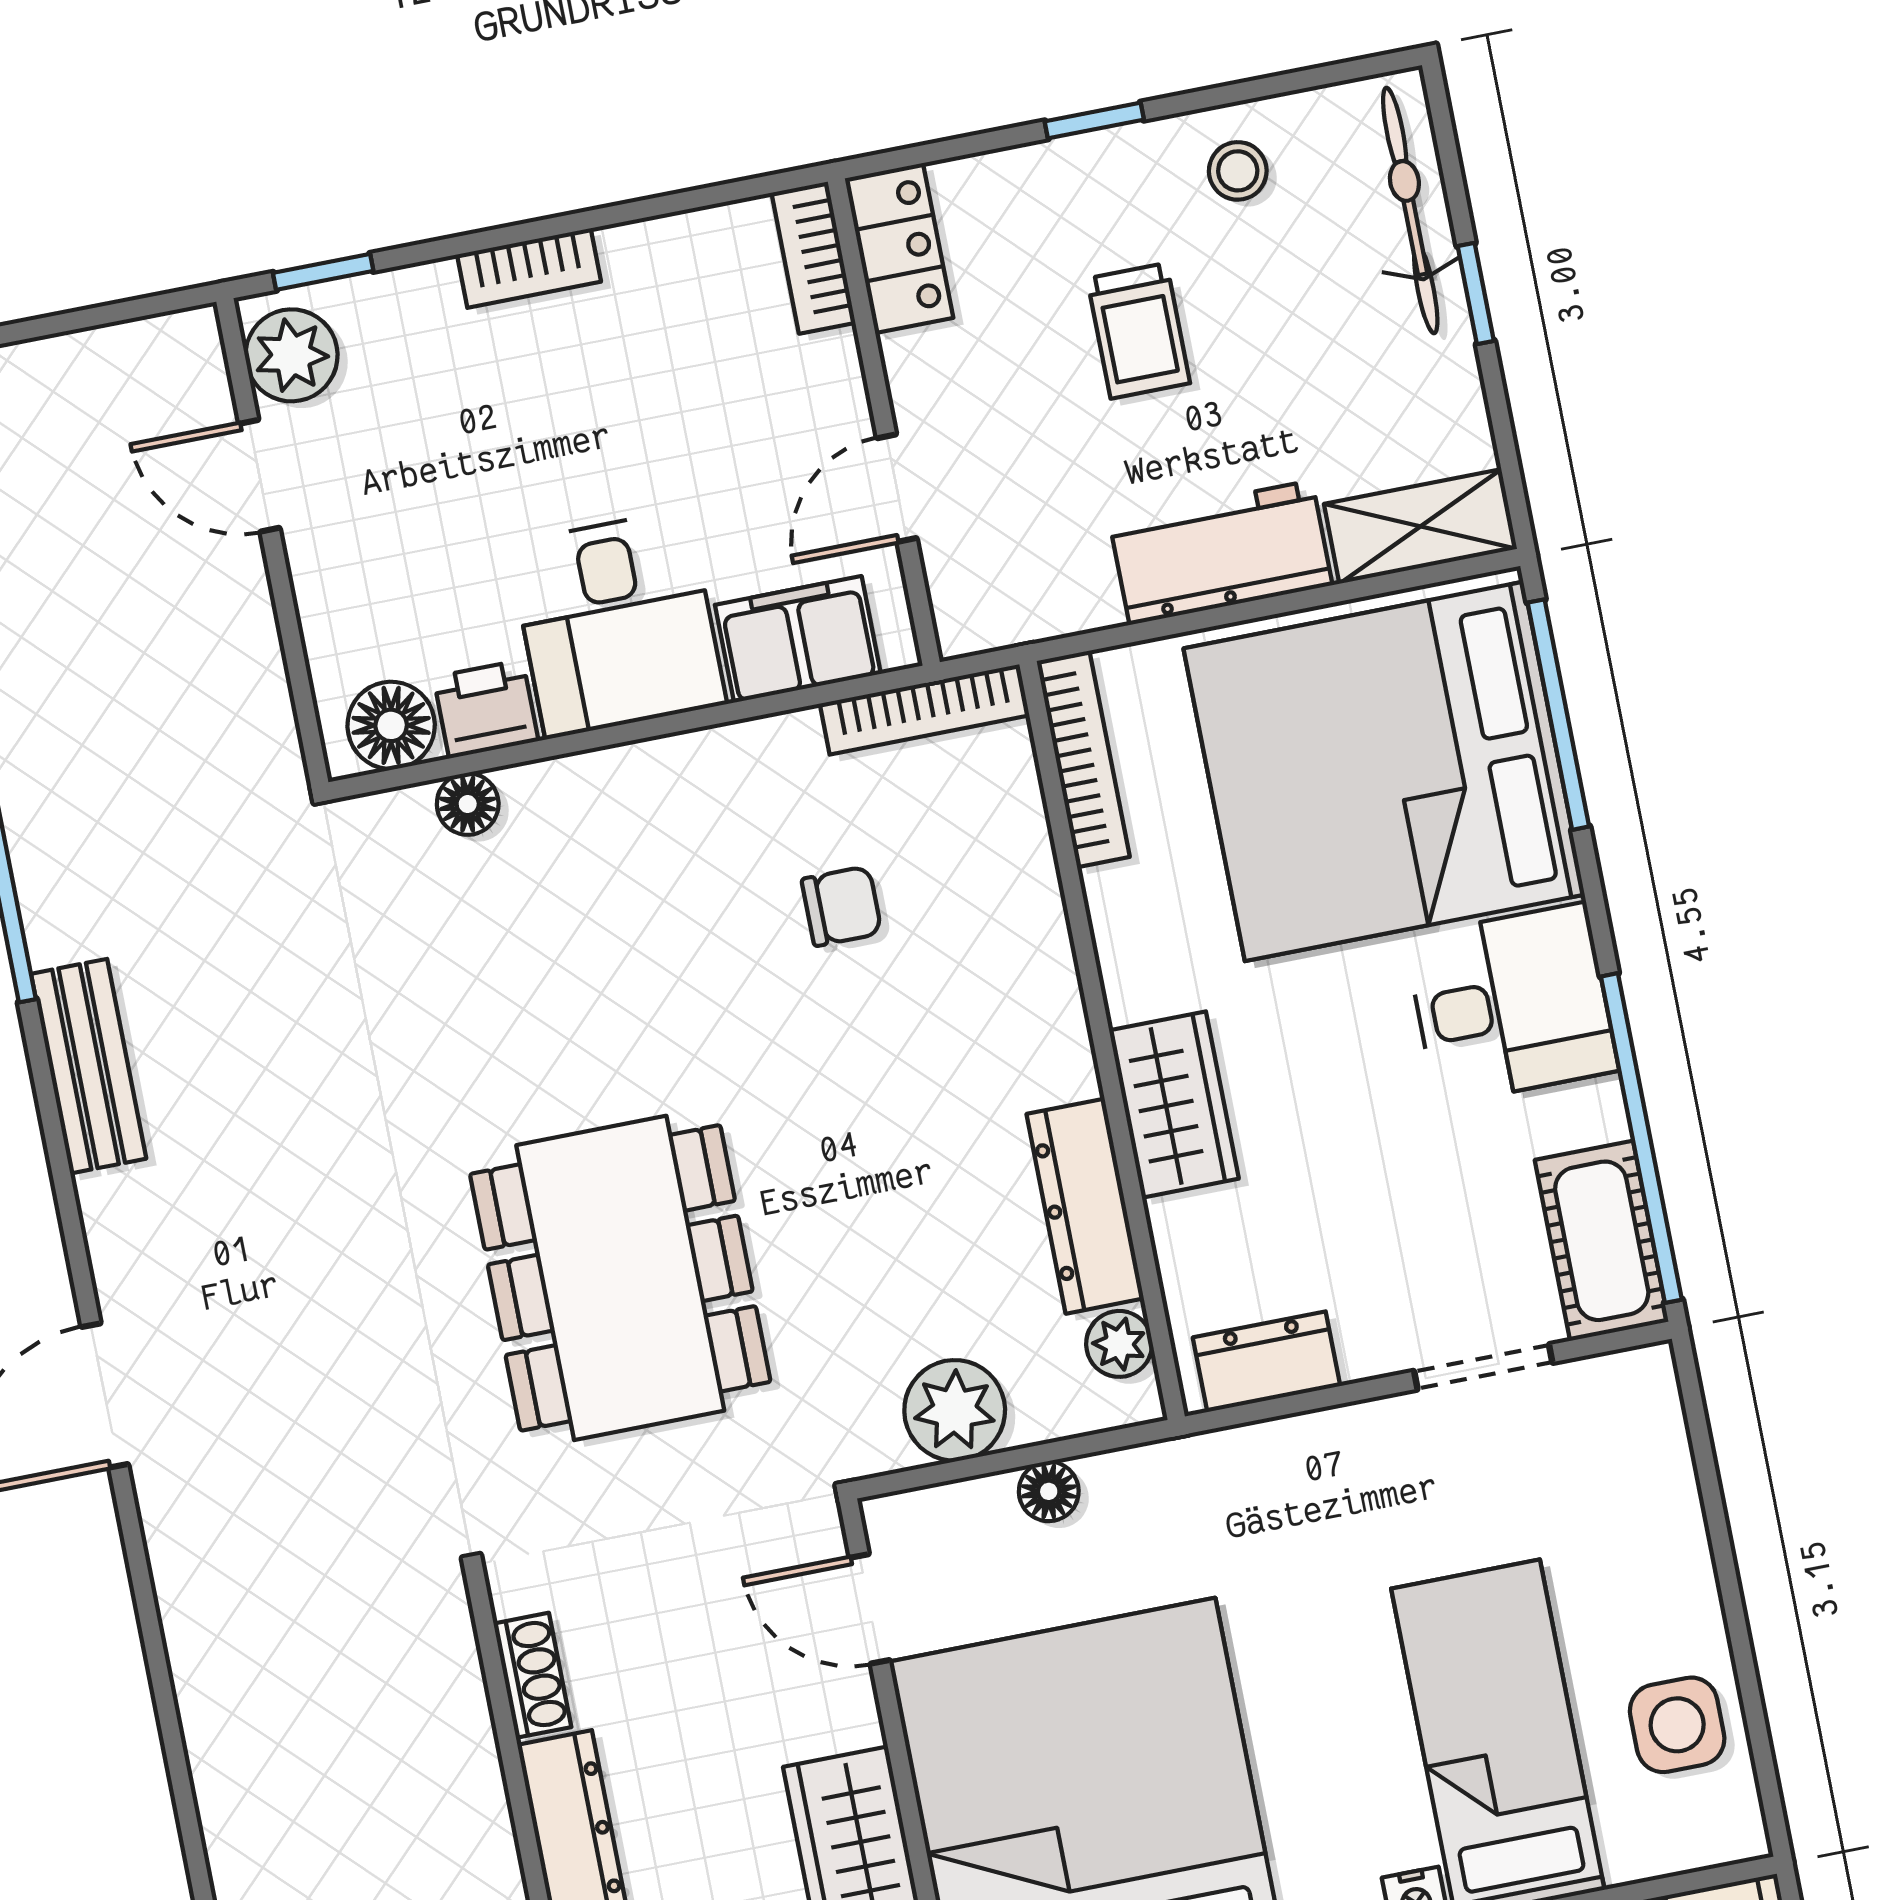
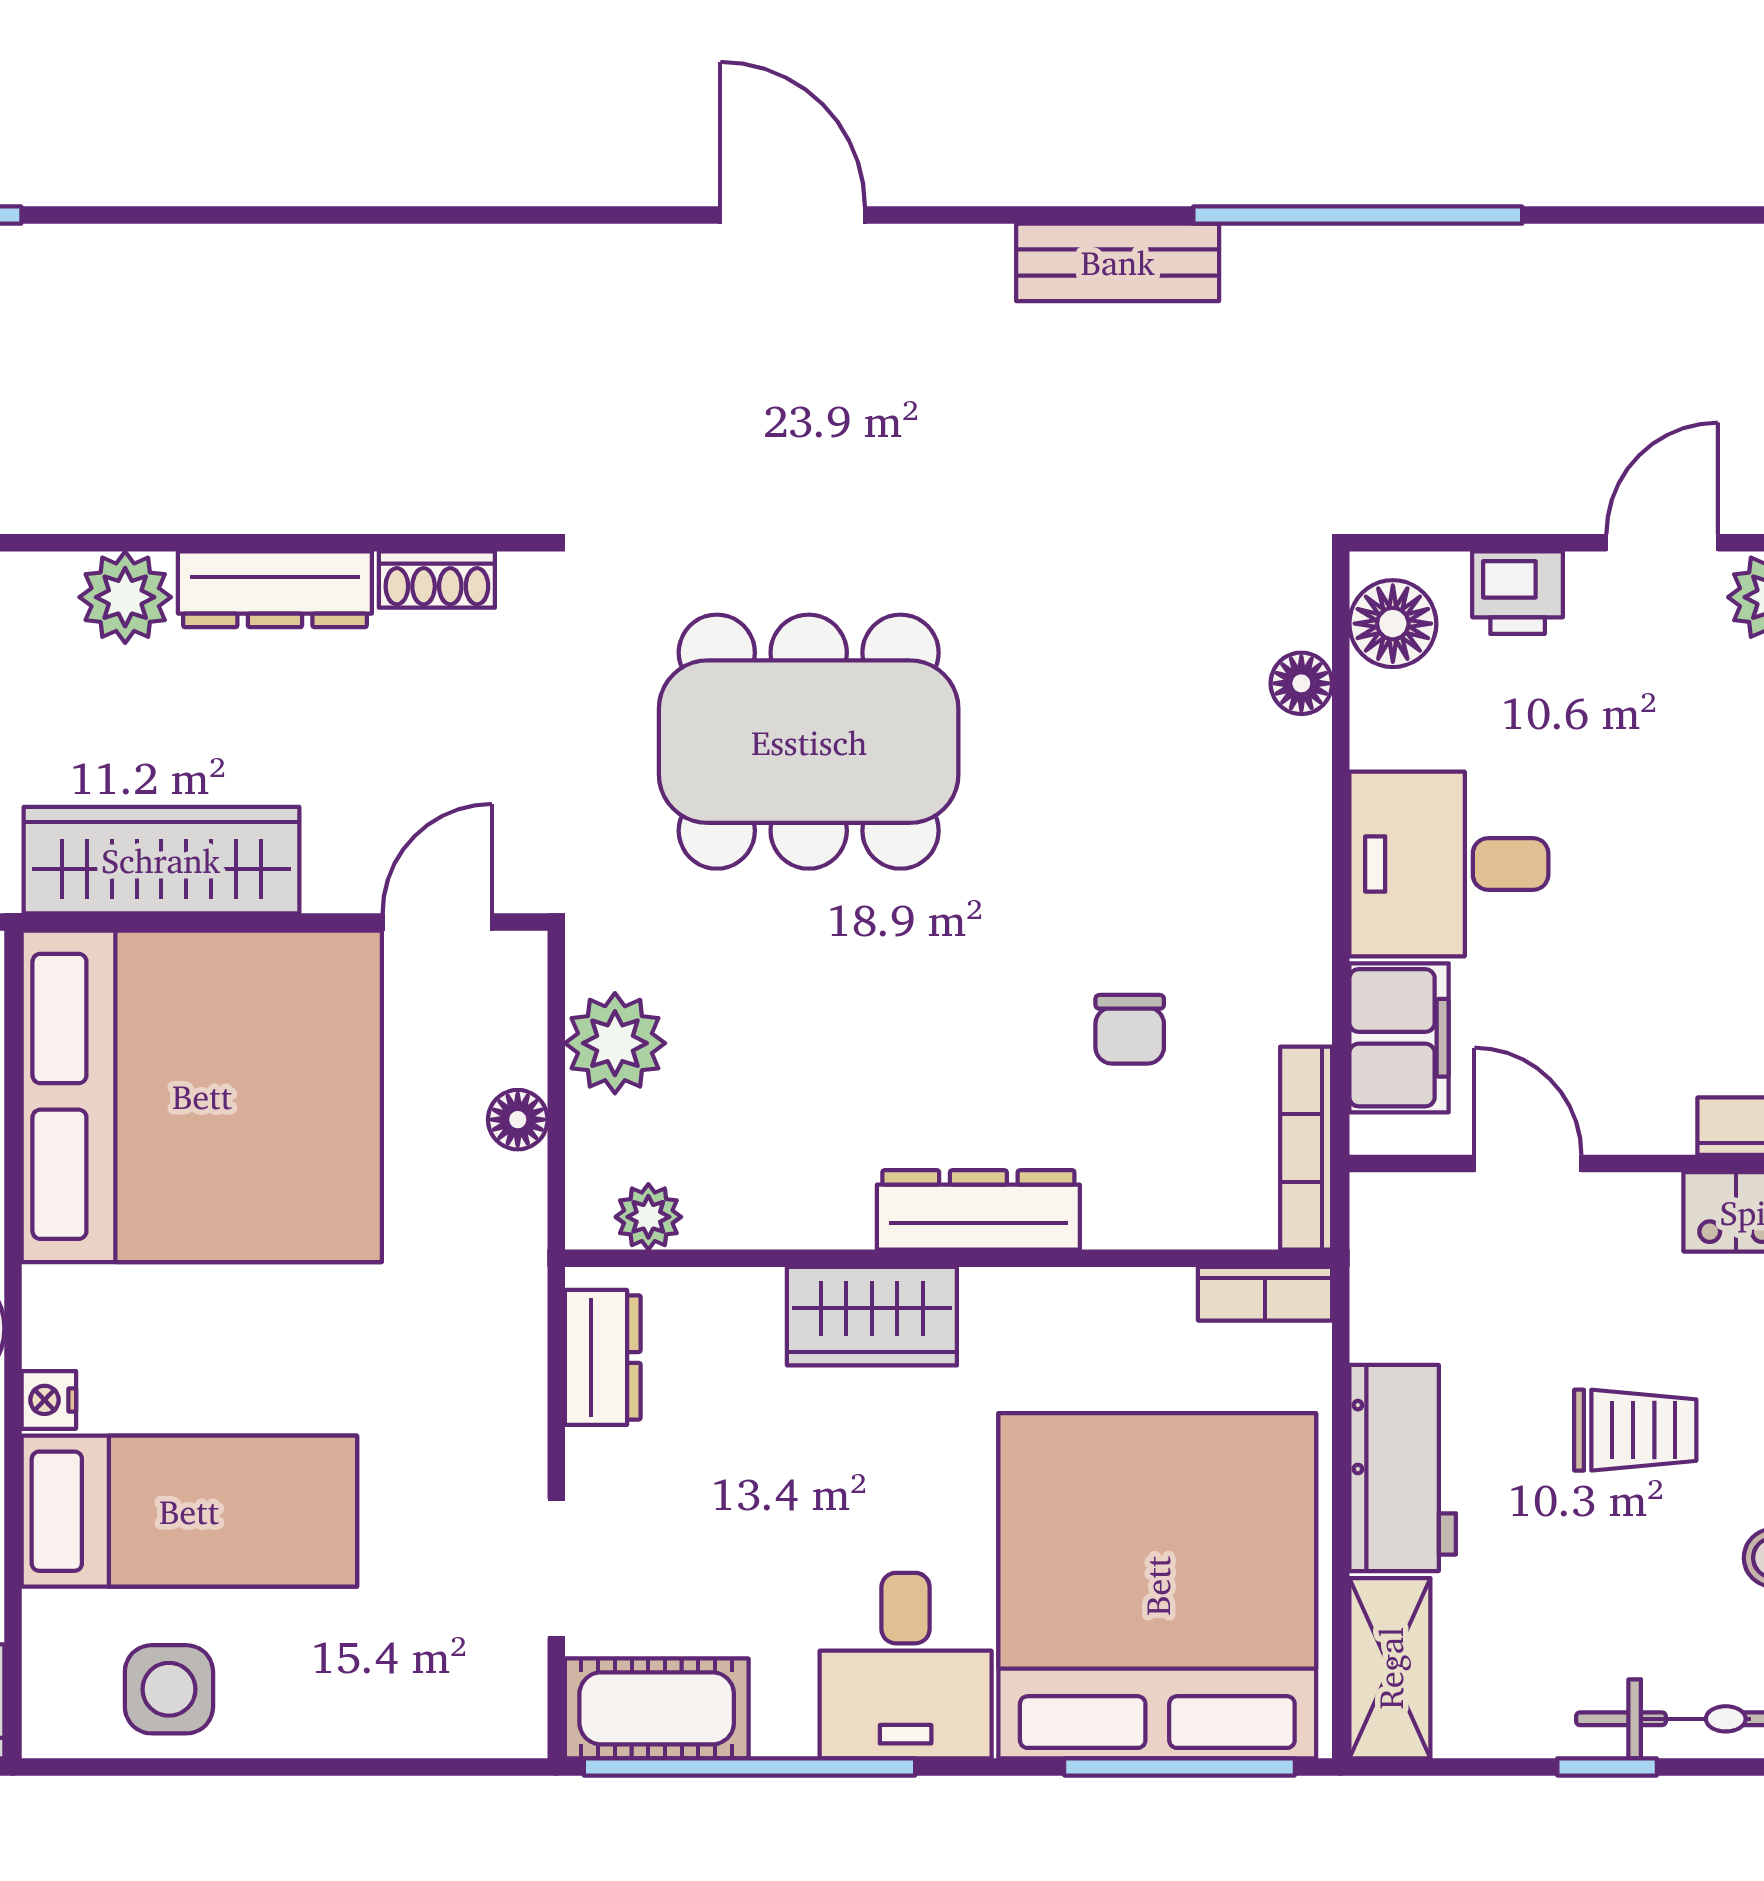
trolley: (1139, 331) -> (1635, 1430), turned 180
printer: (486, 709) -> (1518, 593), moved, turned 90
bookcase: (1083, 759) -> (1265, 1294), width x0.64
dresser: (1085, 1206) -> (978, 1210), moved

